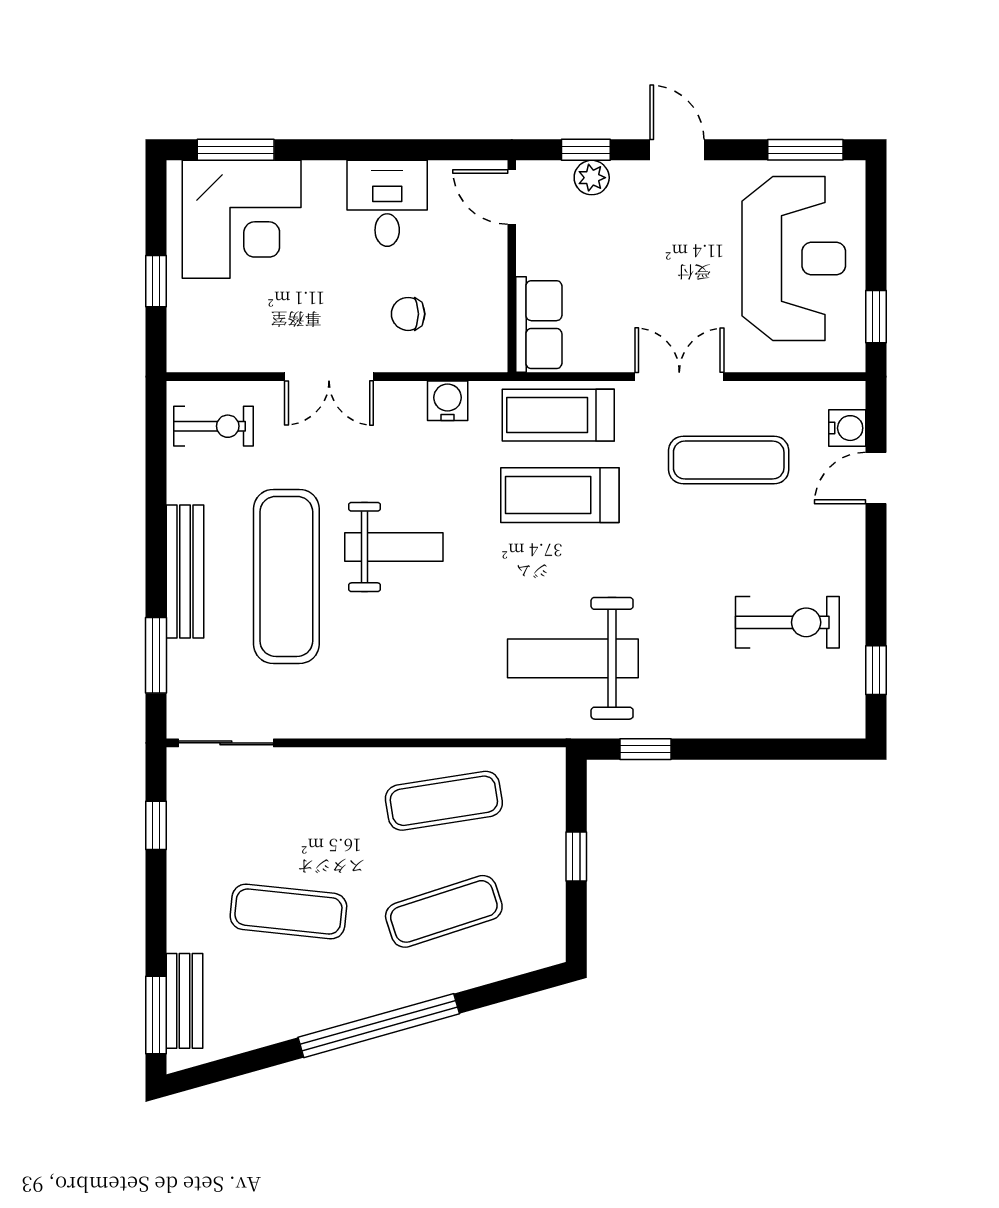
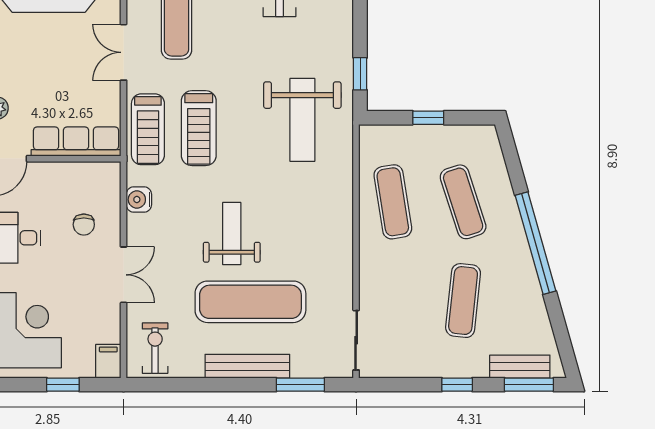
row of seats: (539, 325) -> (76, 142), width x1.48
filing cabinet: (193, 353) -> (108, 361), added
window: (156, 825) -> (457, 385), moved

